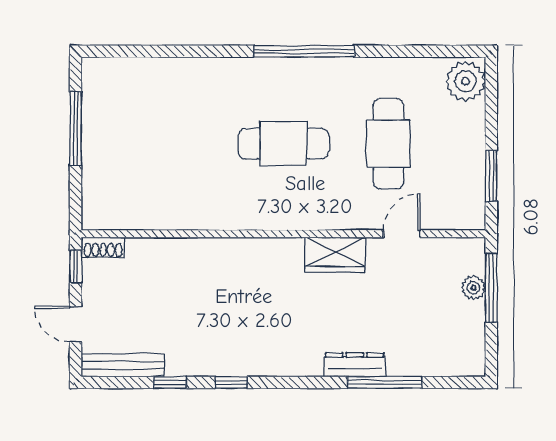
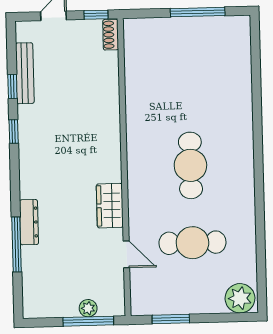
window: (304, 51) -> (259, 179), removed
bench: (123, 365) -> (25, 73), moved

